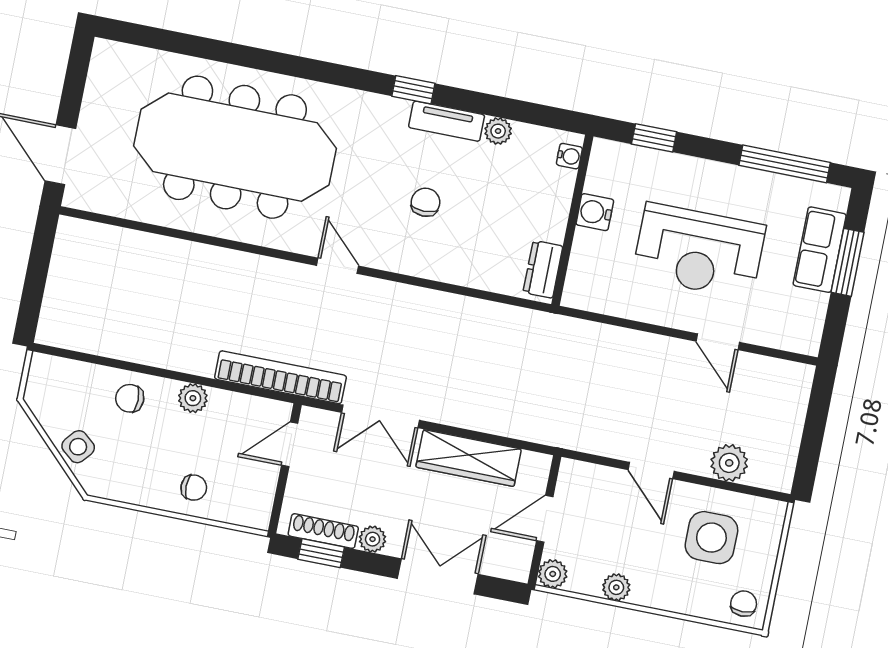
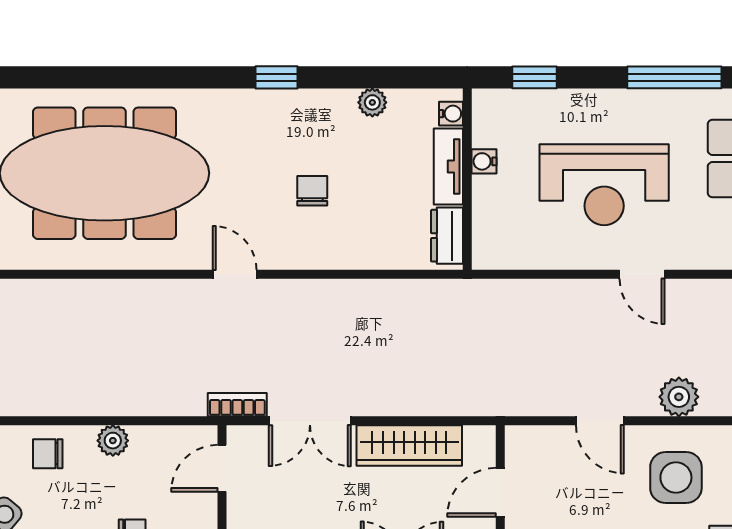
tv unit: (447, 121) -> (448, 166), moved, turned 90
water cooler: (595, 212) -> (484, 161), width x0.72, depth x0.72
bookcase: (280, 377) -> (237, 405), width x0.43, depth x0.76

